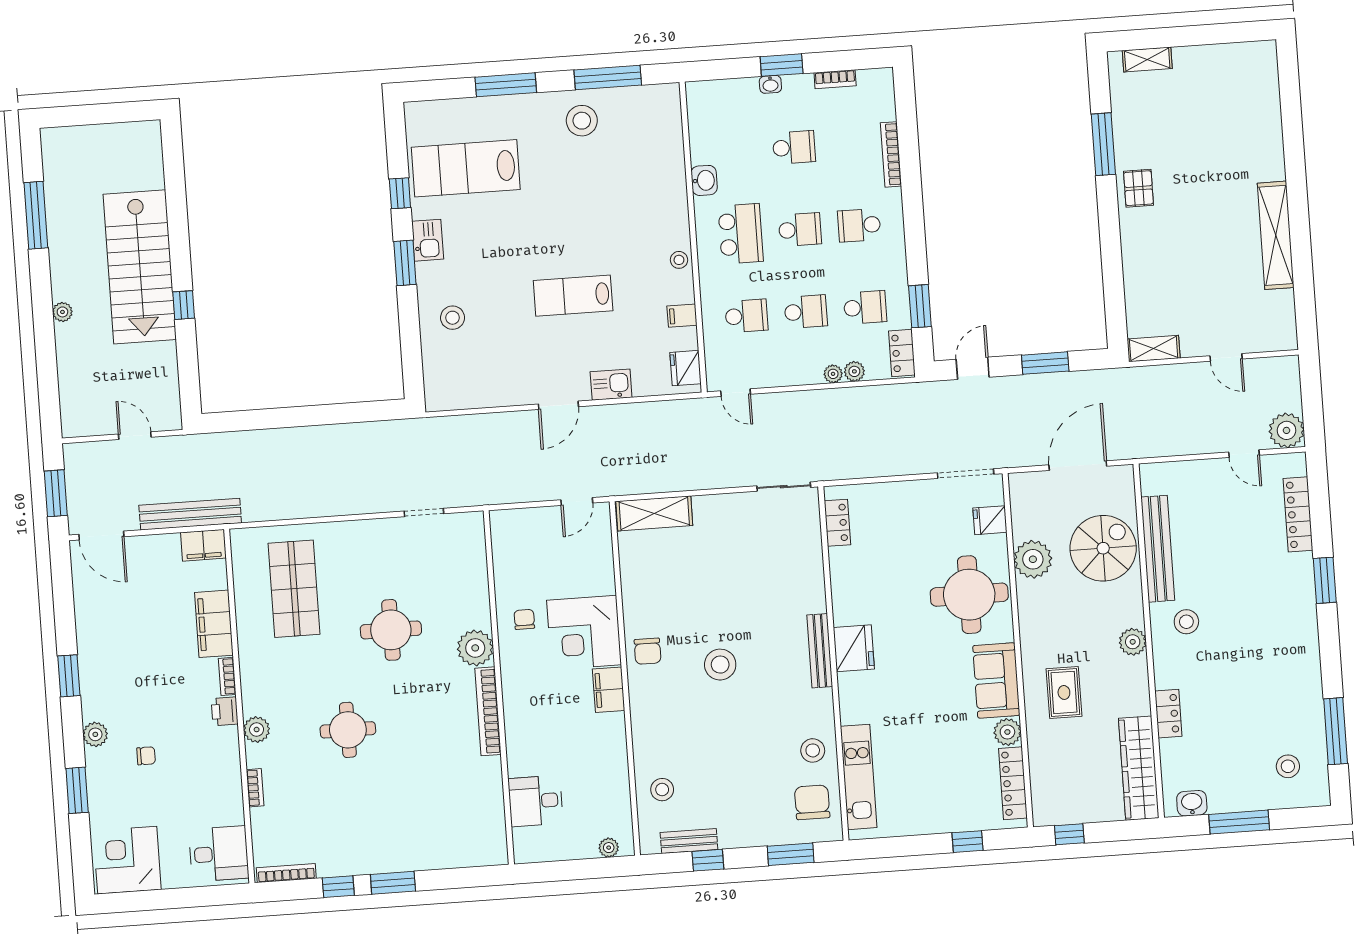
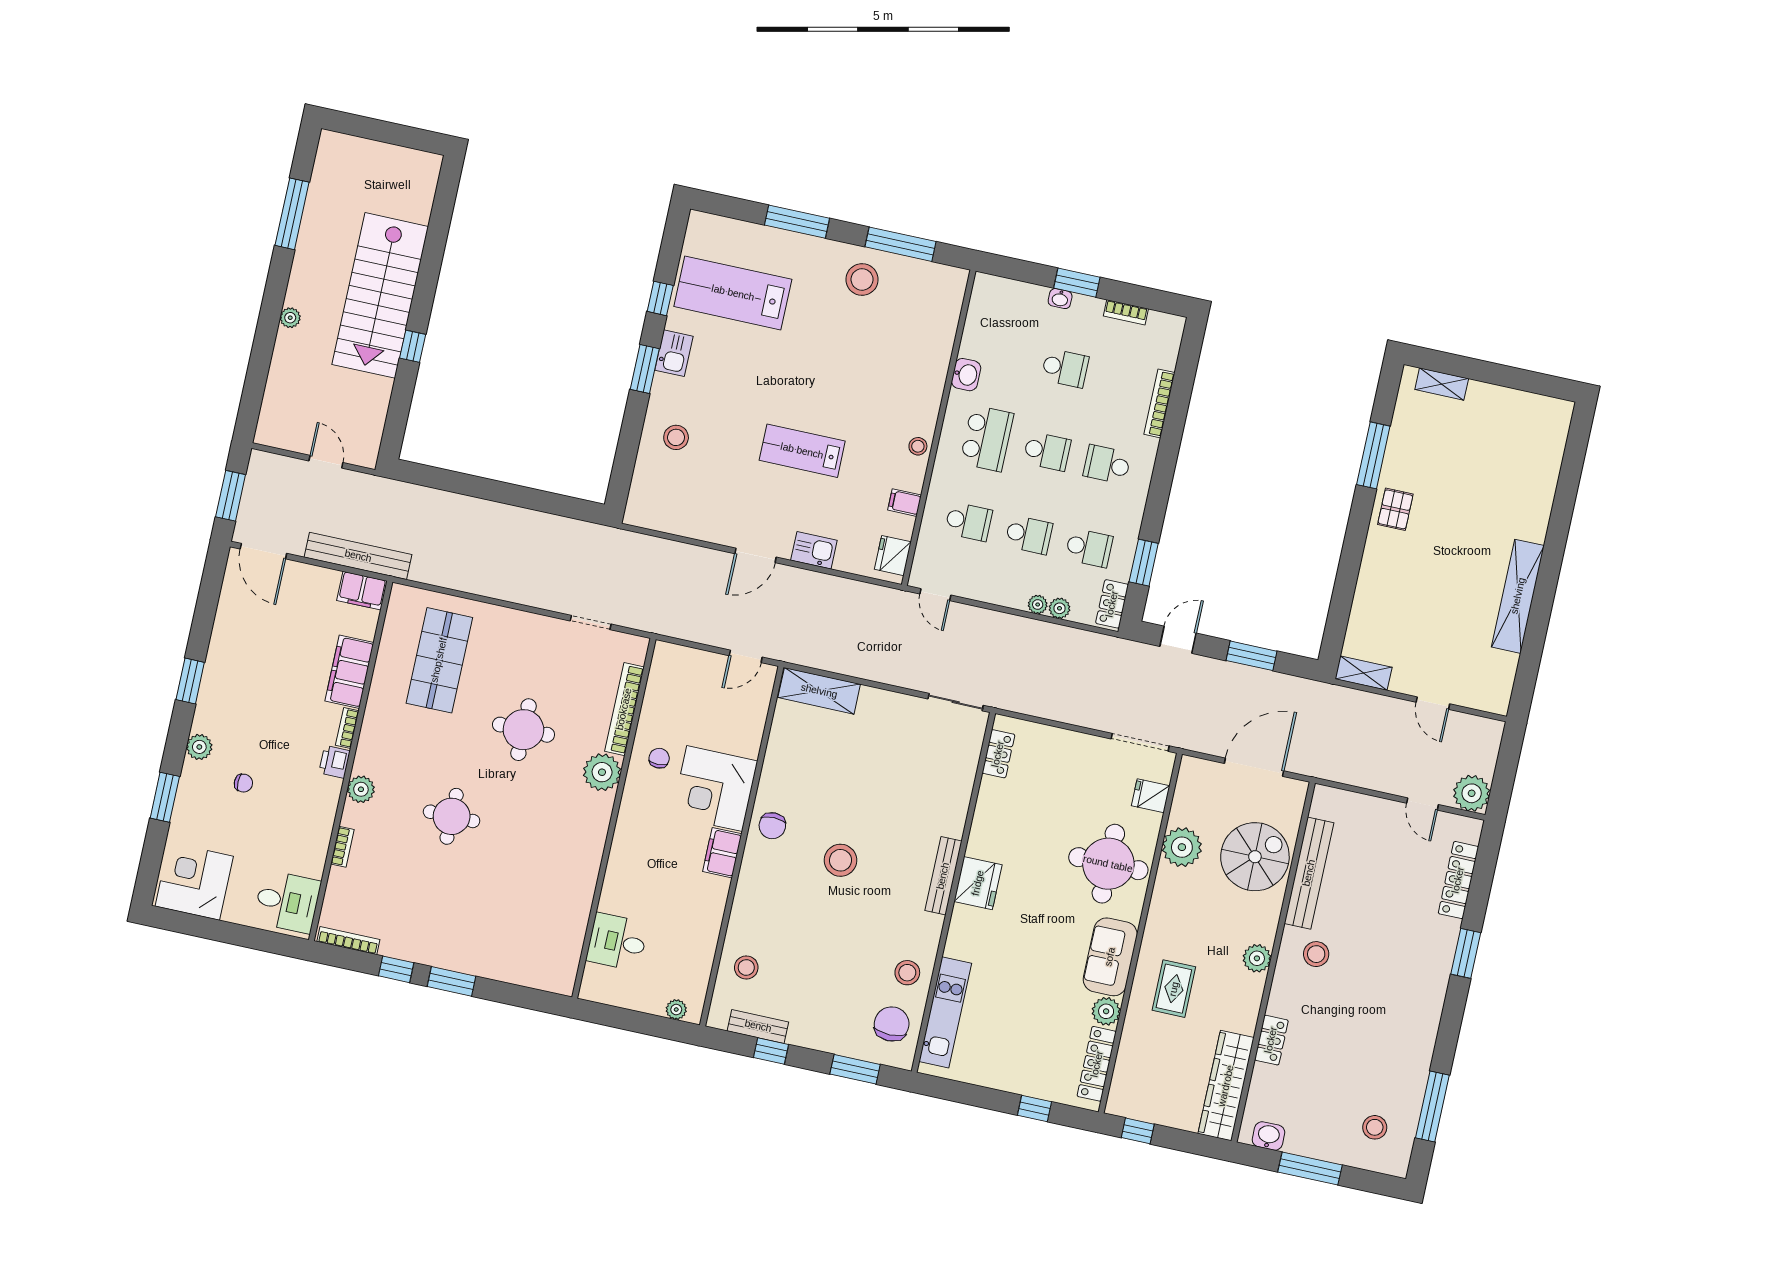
bookcase: (488, 711) -> (624, 709), moved

